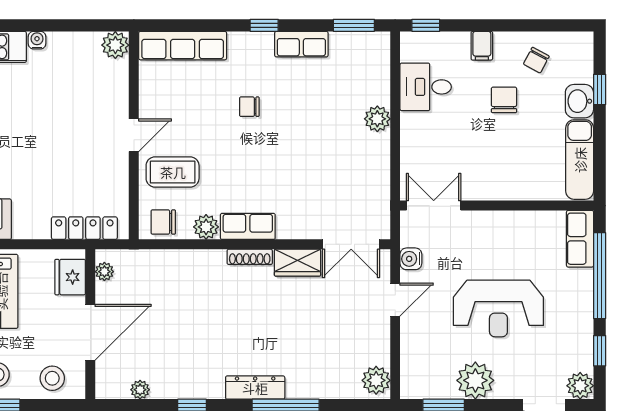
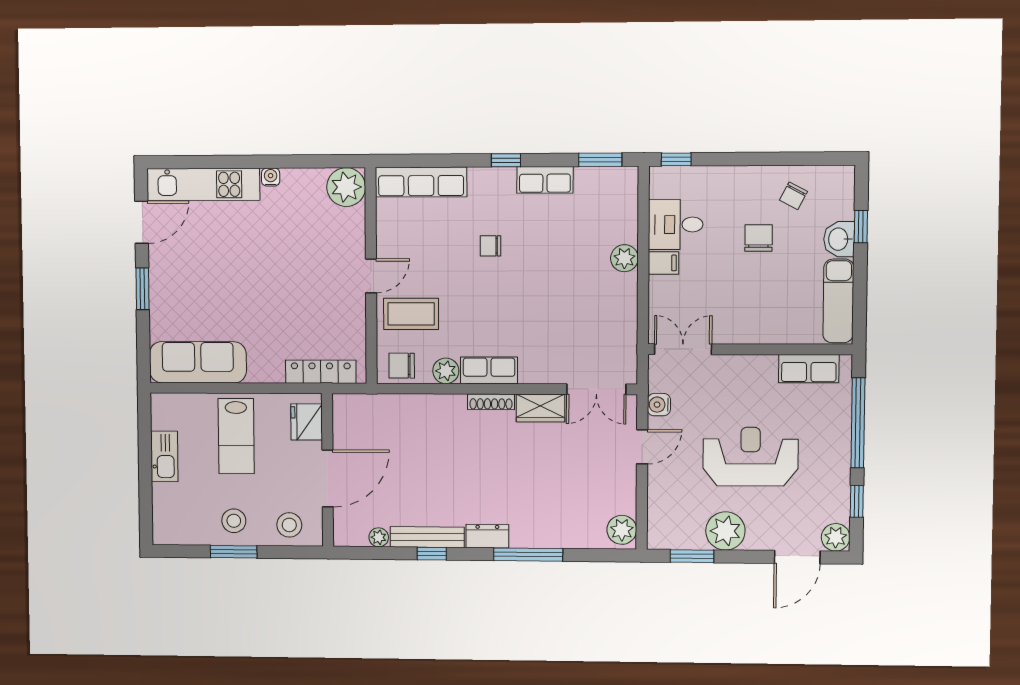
plant: (115, 45) -> (346, 187), width x1.36, depth x1.36
filing cabinet: (482, 46) -> (663, 263), moved, turned -90
row of seats: (580, 239) -> (809, 369), moved, turned -90
plant: (104, 272) -> (342, 416), removed
reception desk: (498, 308) -> (750, 457), turned 180
dresser: (255, 388) -> (487, 536), width x0.70
bench: (188, 389) -> (427, 537), added

